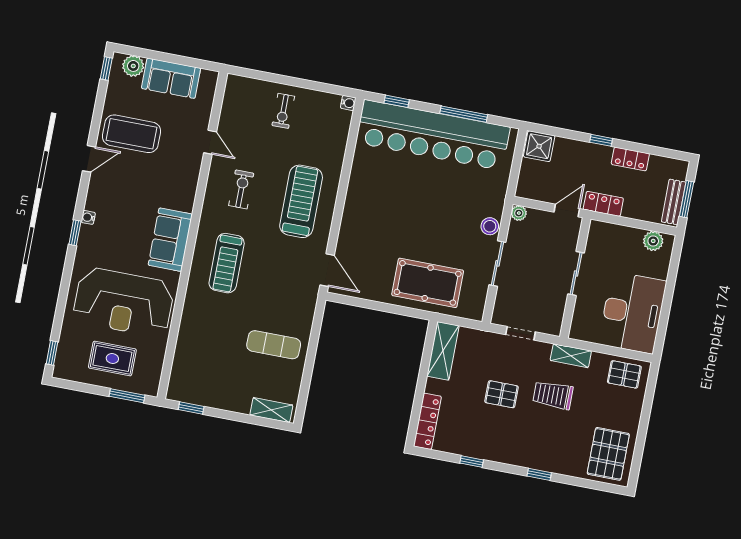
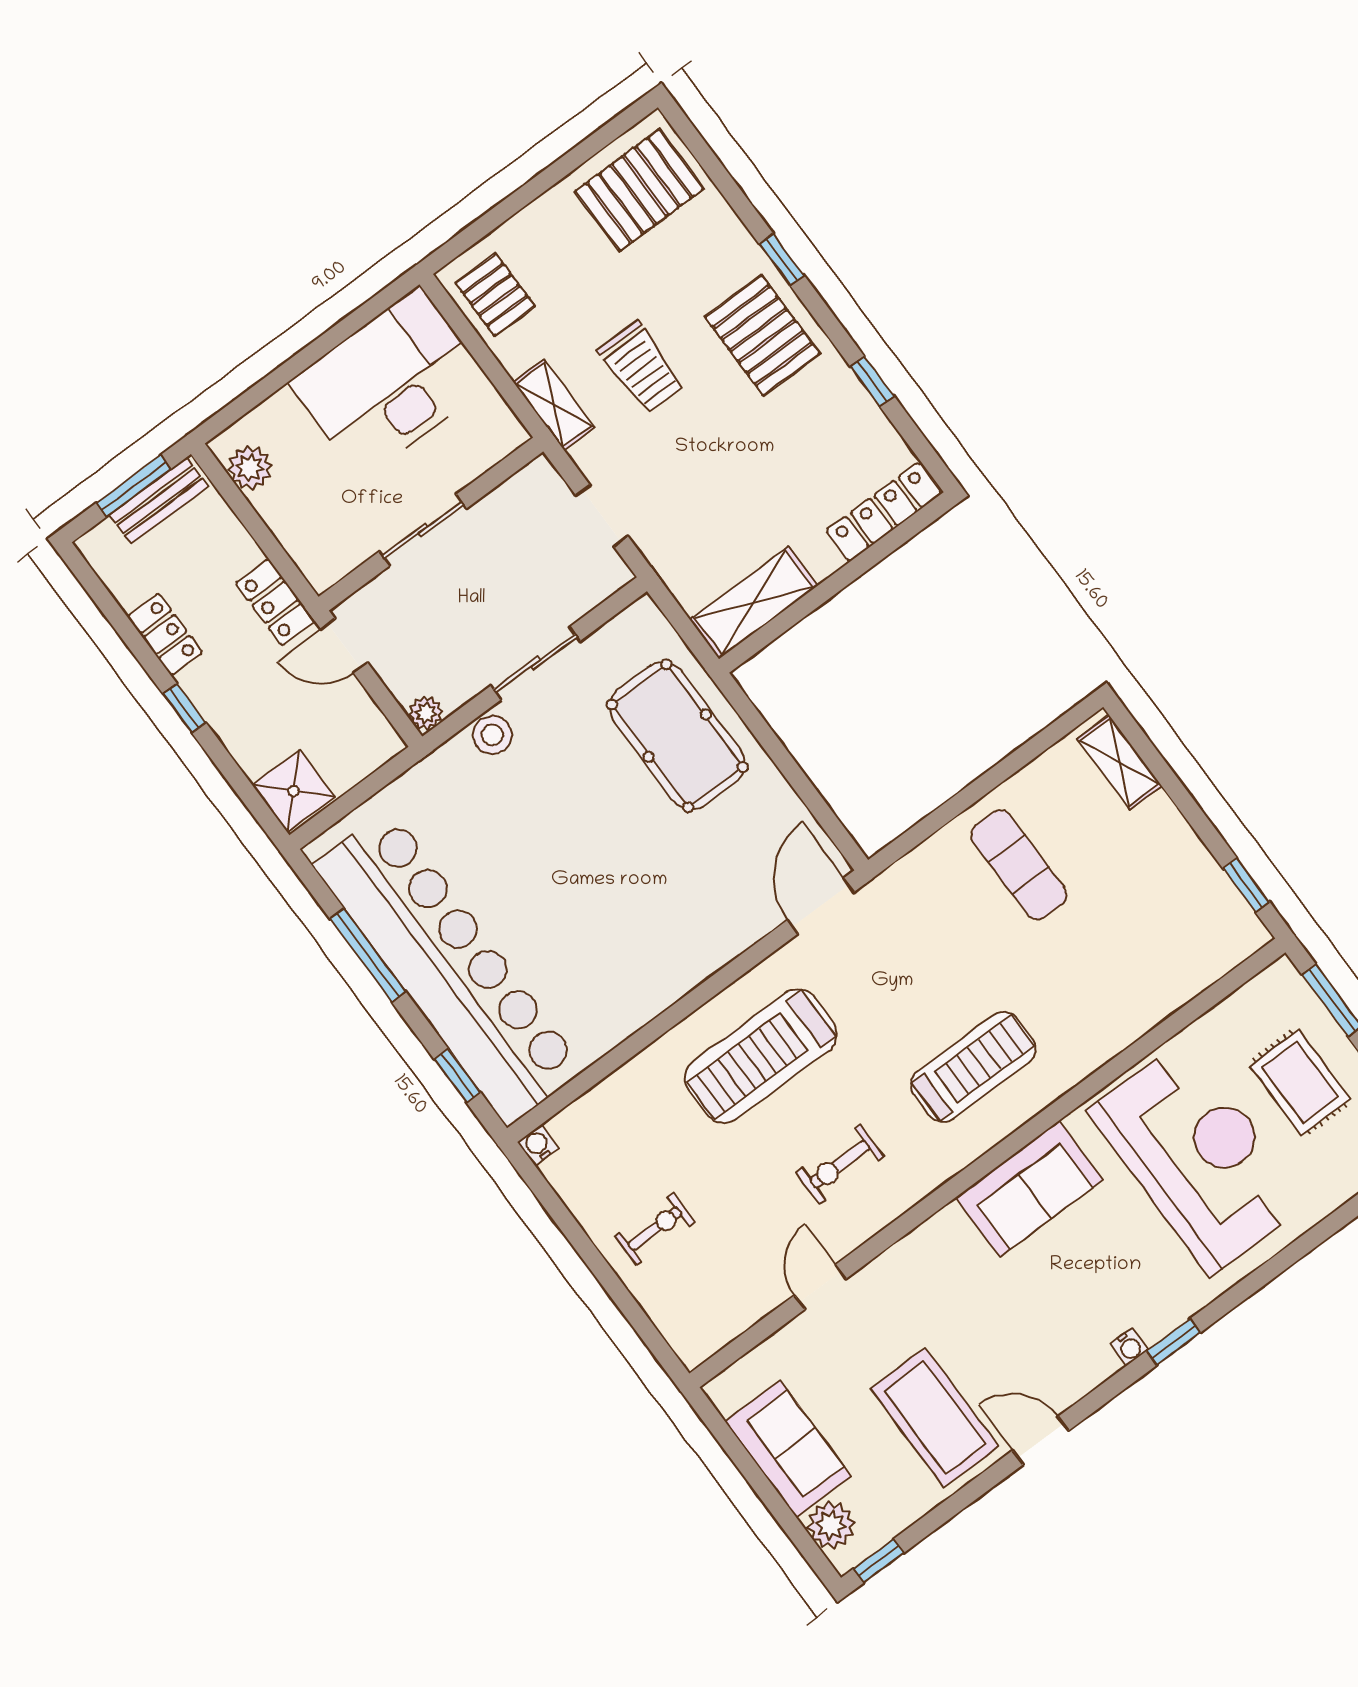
pallet: (502, 394) -> (762, 335), moved, width x1.50, depth x1.42

